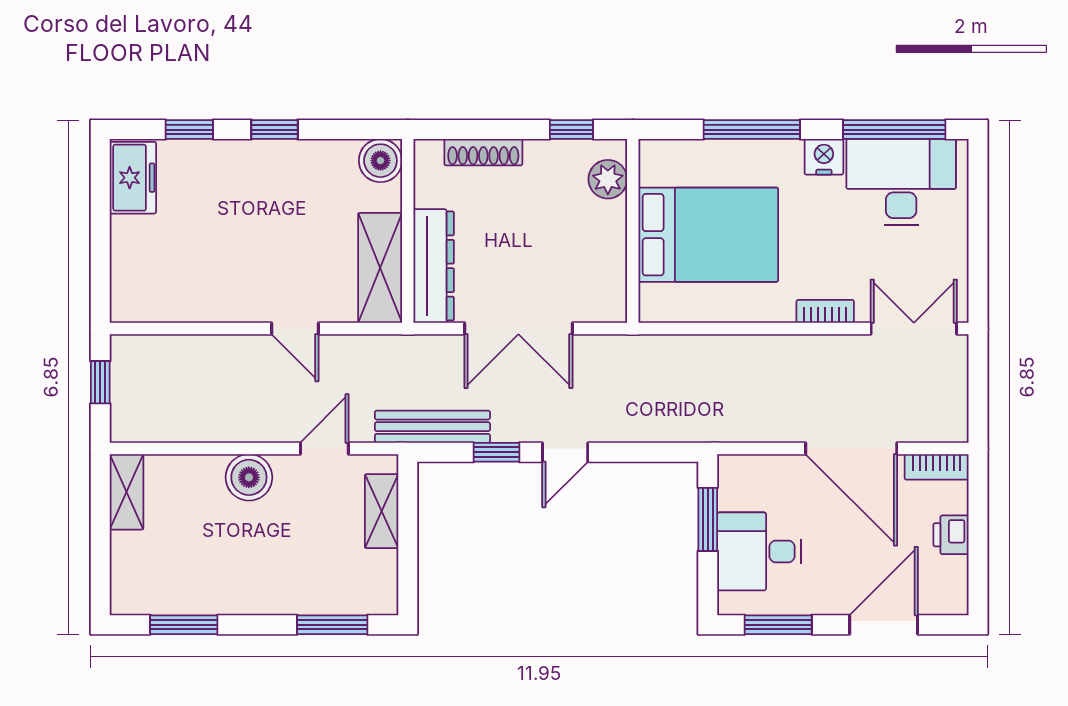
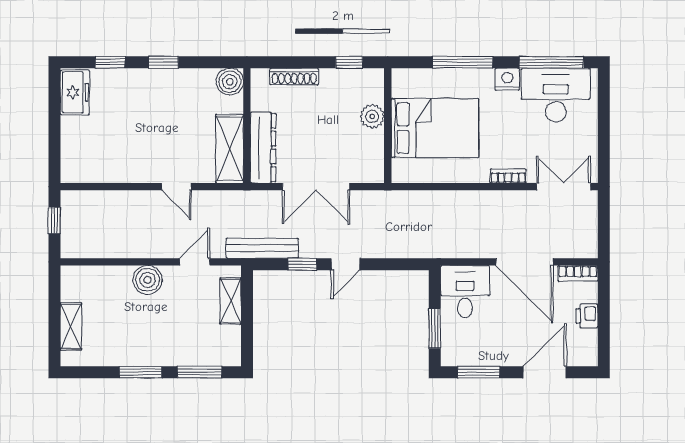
plant: (608, 179) -> (372, 116), moved
shelving: (126, 492) -> (71, 326), moved
window: (708, 519) -> (435, 328), moved
desk: (759, 551) -> (465, 292), moved, turned 90
window: (184, 625) -> (141, 372), moved

